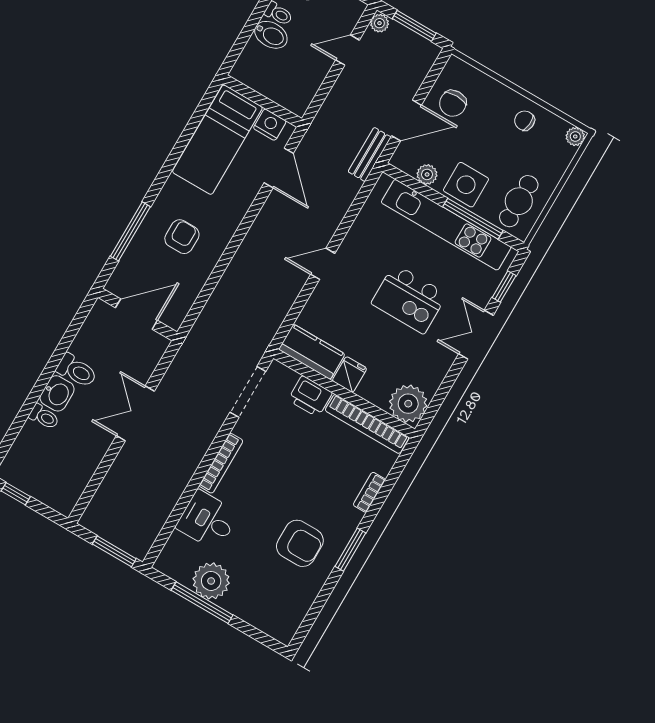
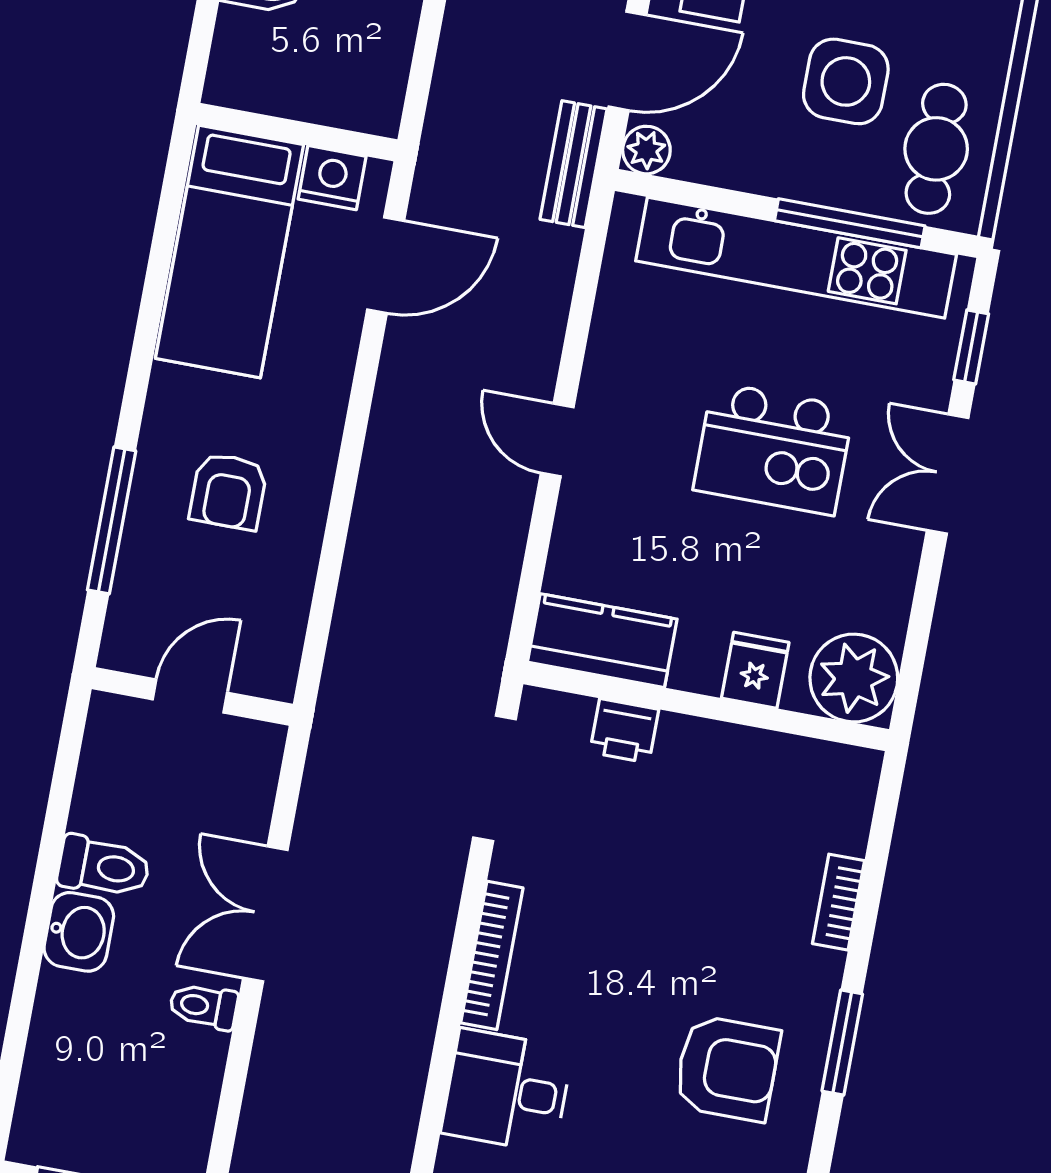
door: (279, 168) -> (386, 265), hinge flipped
plant: (427, 174) -> (646, 150), moved
side table: (466, 185) -> (846, 81), moved
armchair: (182, 237) -> (228, 491), turned 180
door: (323, 264) -> (557, 440), hinge flipped
door: (136, 314) -> (190, 696), width x0.73
fridge: (349, 374) -> (755, 670), moved
printer: (310, 396) -> (624, 731), width x0.73, depth x0.81
toilet: (44, 417) -> (204, 1006), moved, turned 180
bookcase: (367, 424) -> (780, 755), removed

